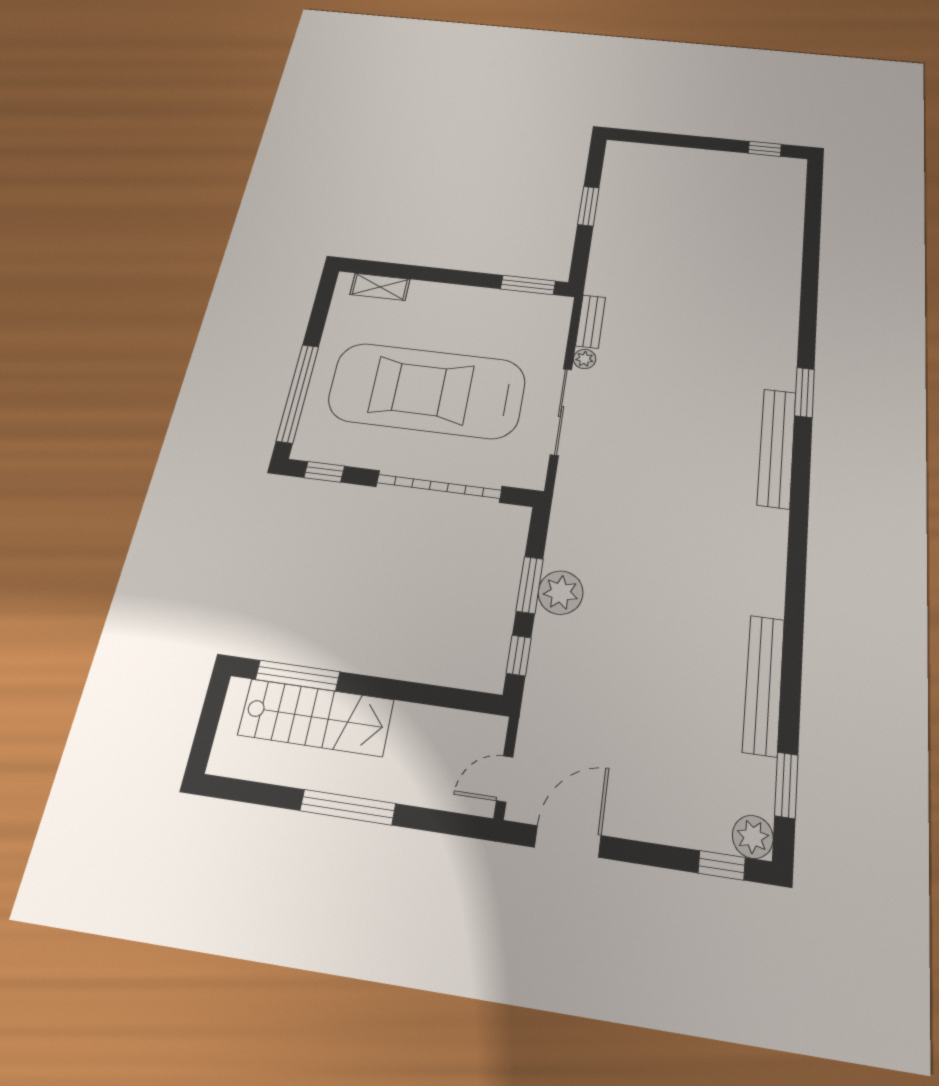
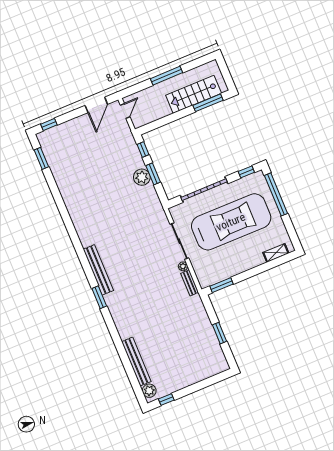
bench: (764, 685) -> (136, 362), moved
plant: (753, 837) -> (149, 391), moved

